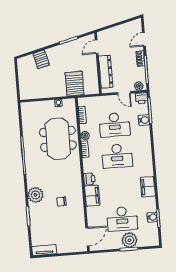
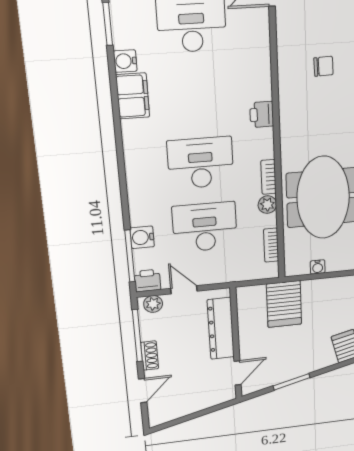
filing cabinet: (92, 196) -> (257, 78), removed
water cooler: (152, 217) -> (125, 61), moved

